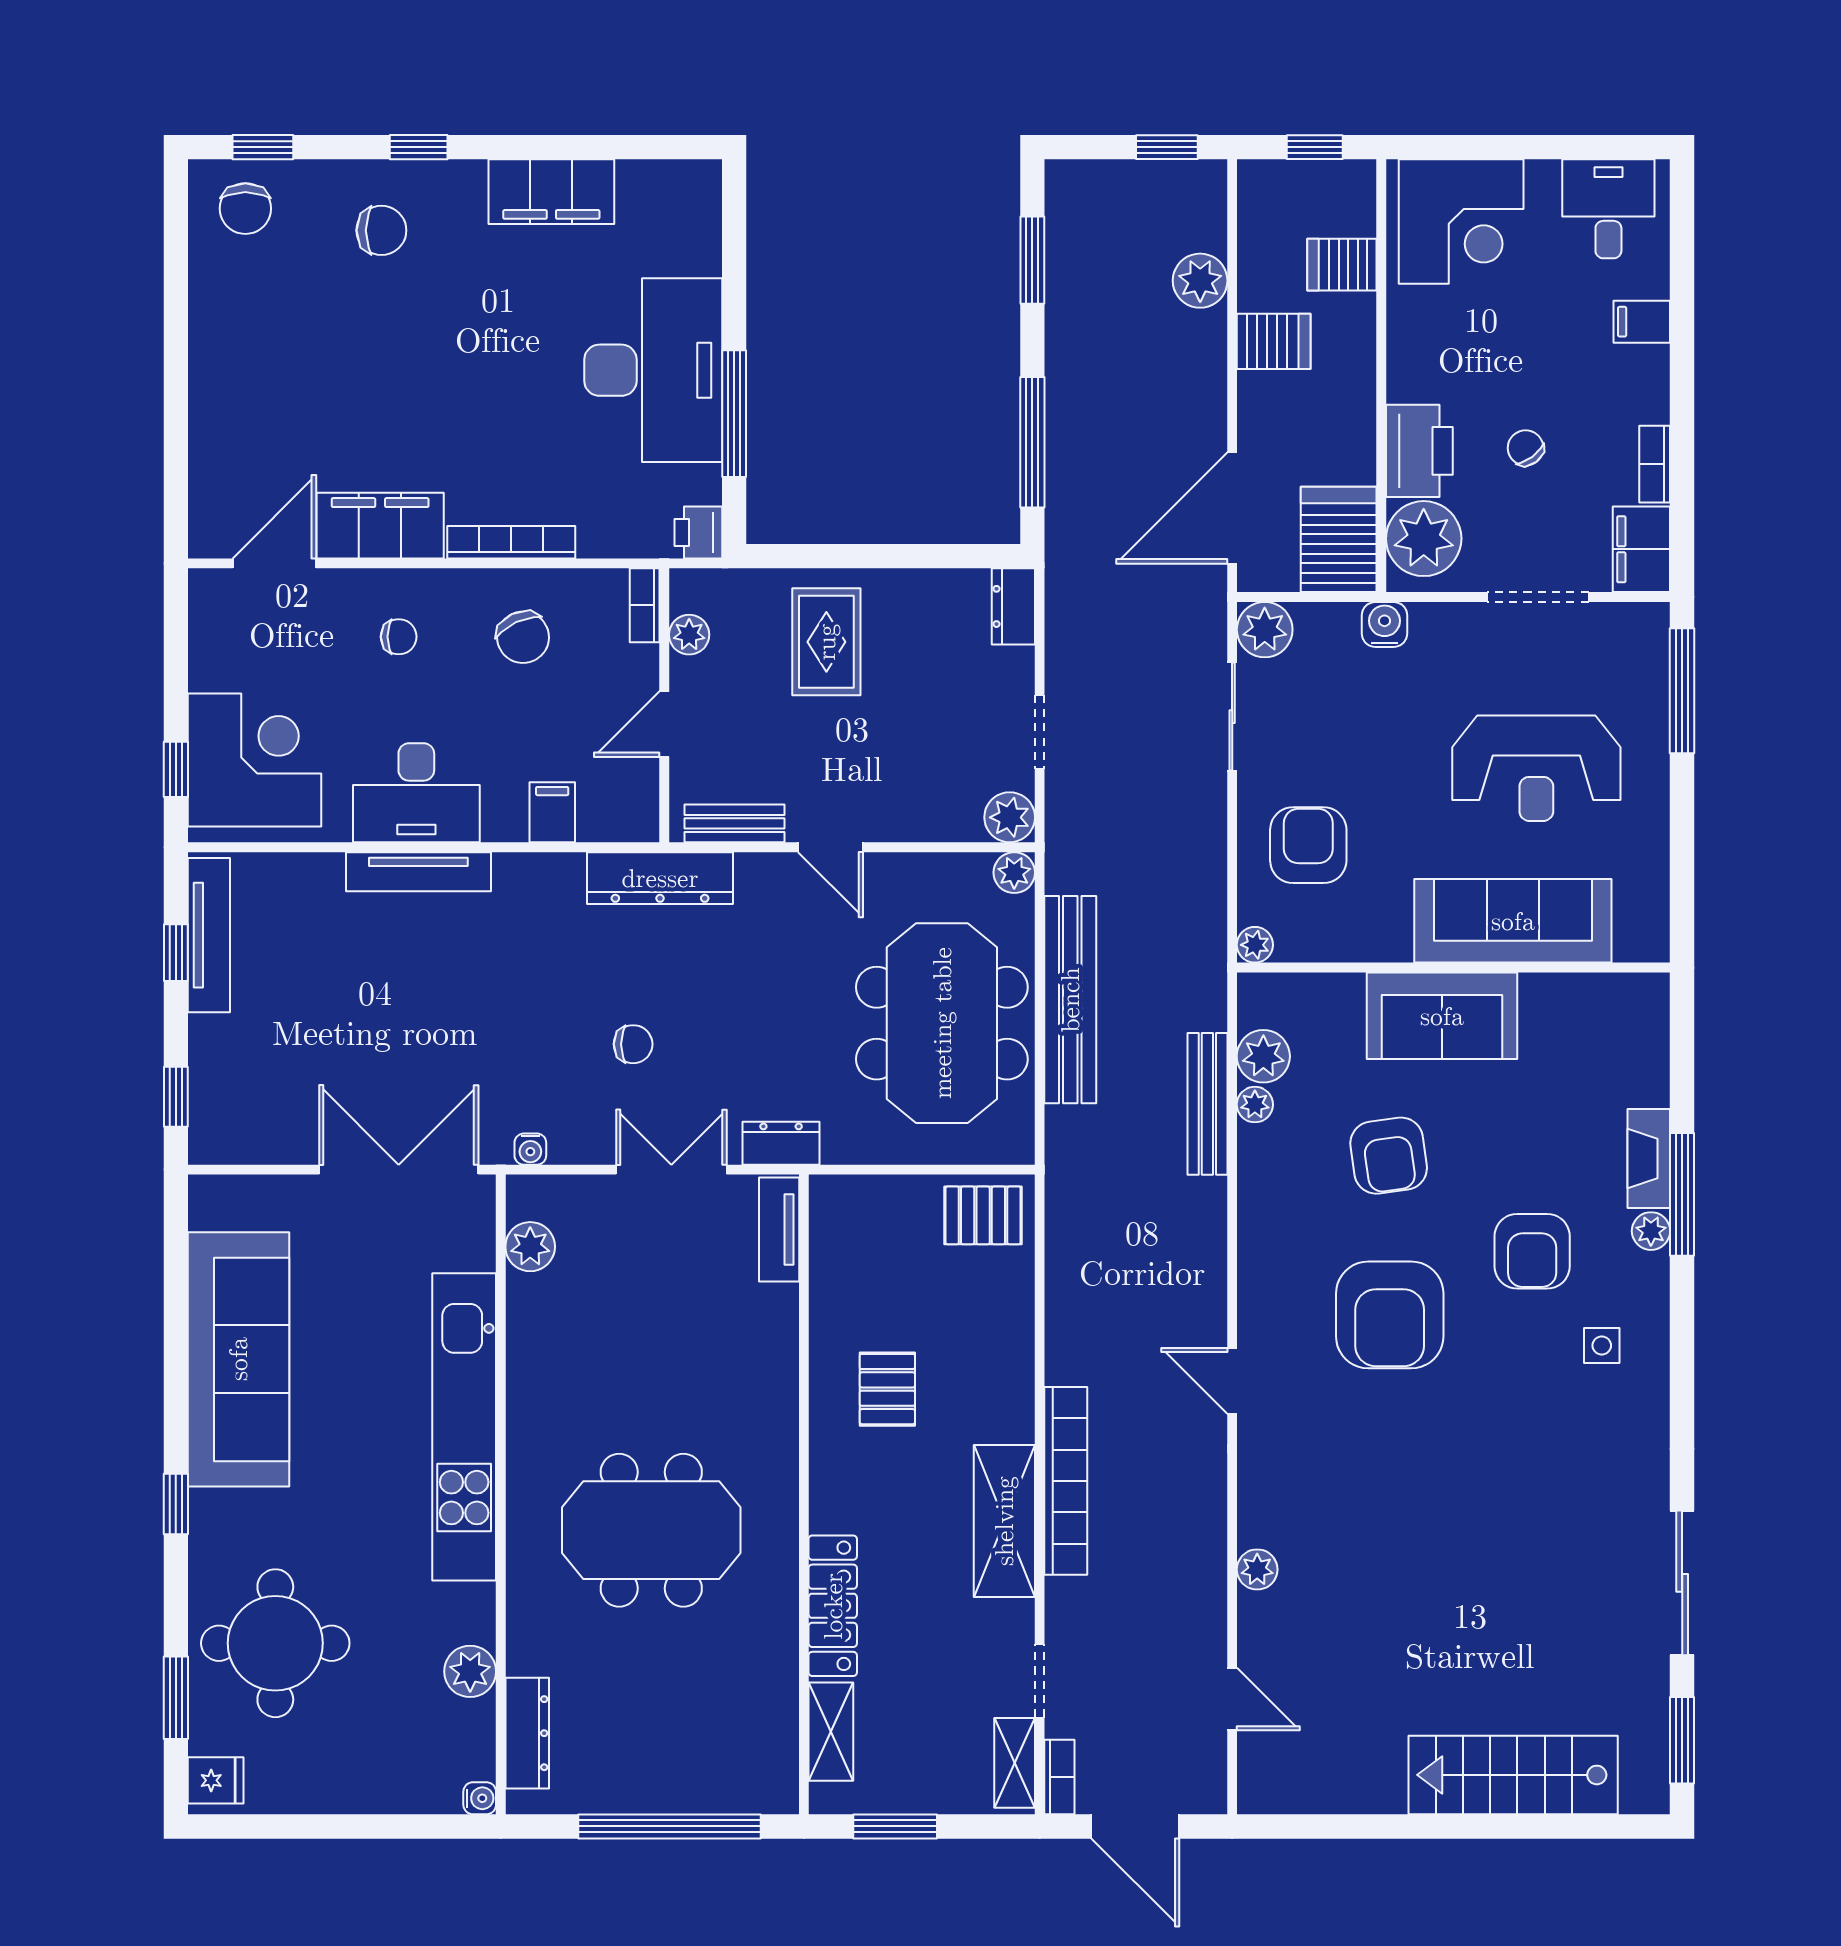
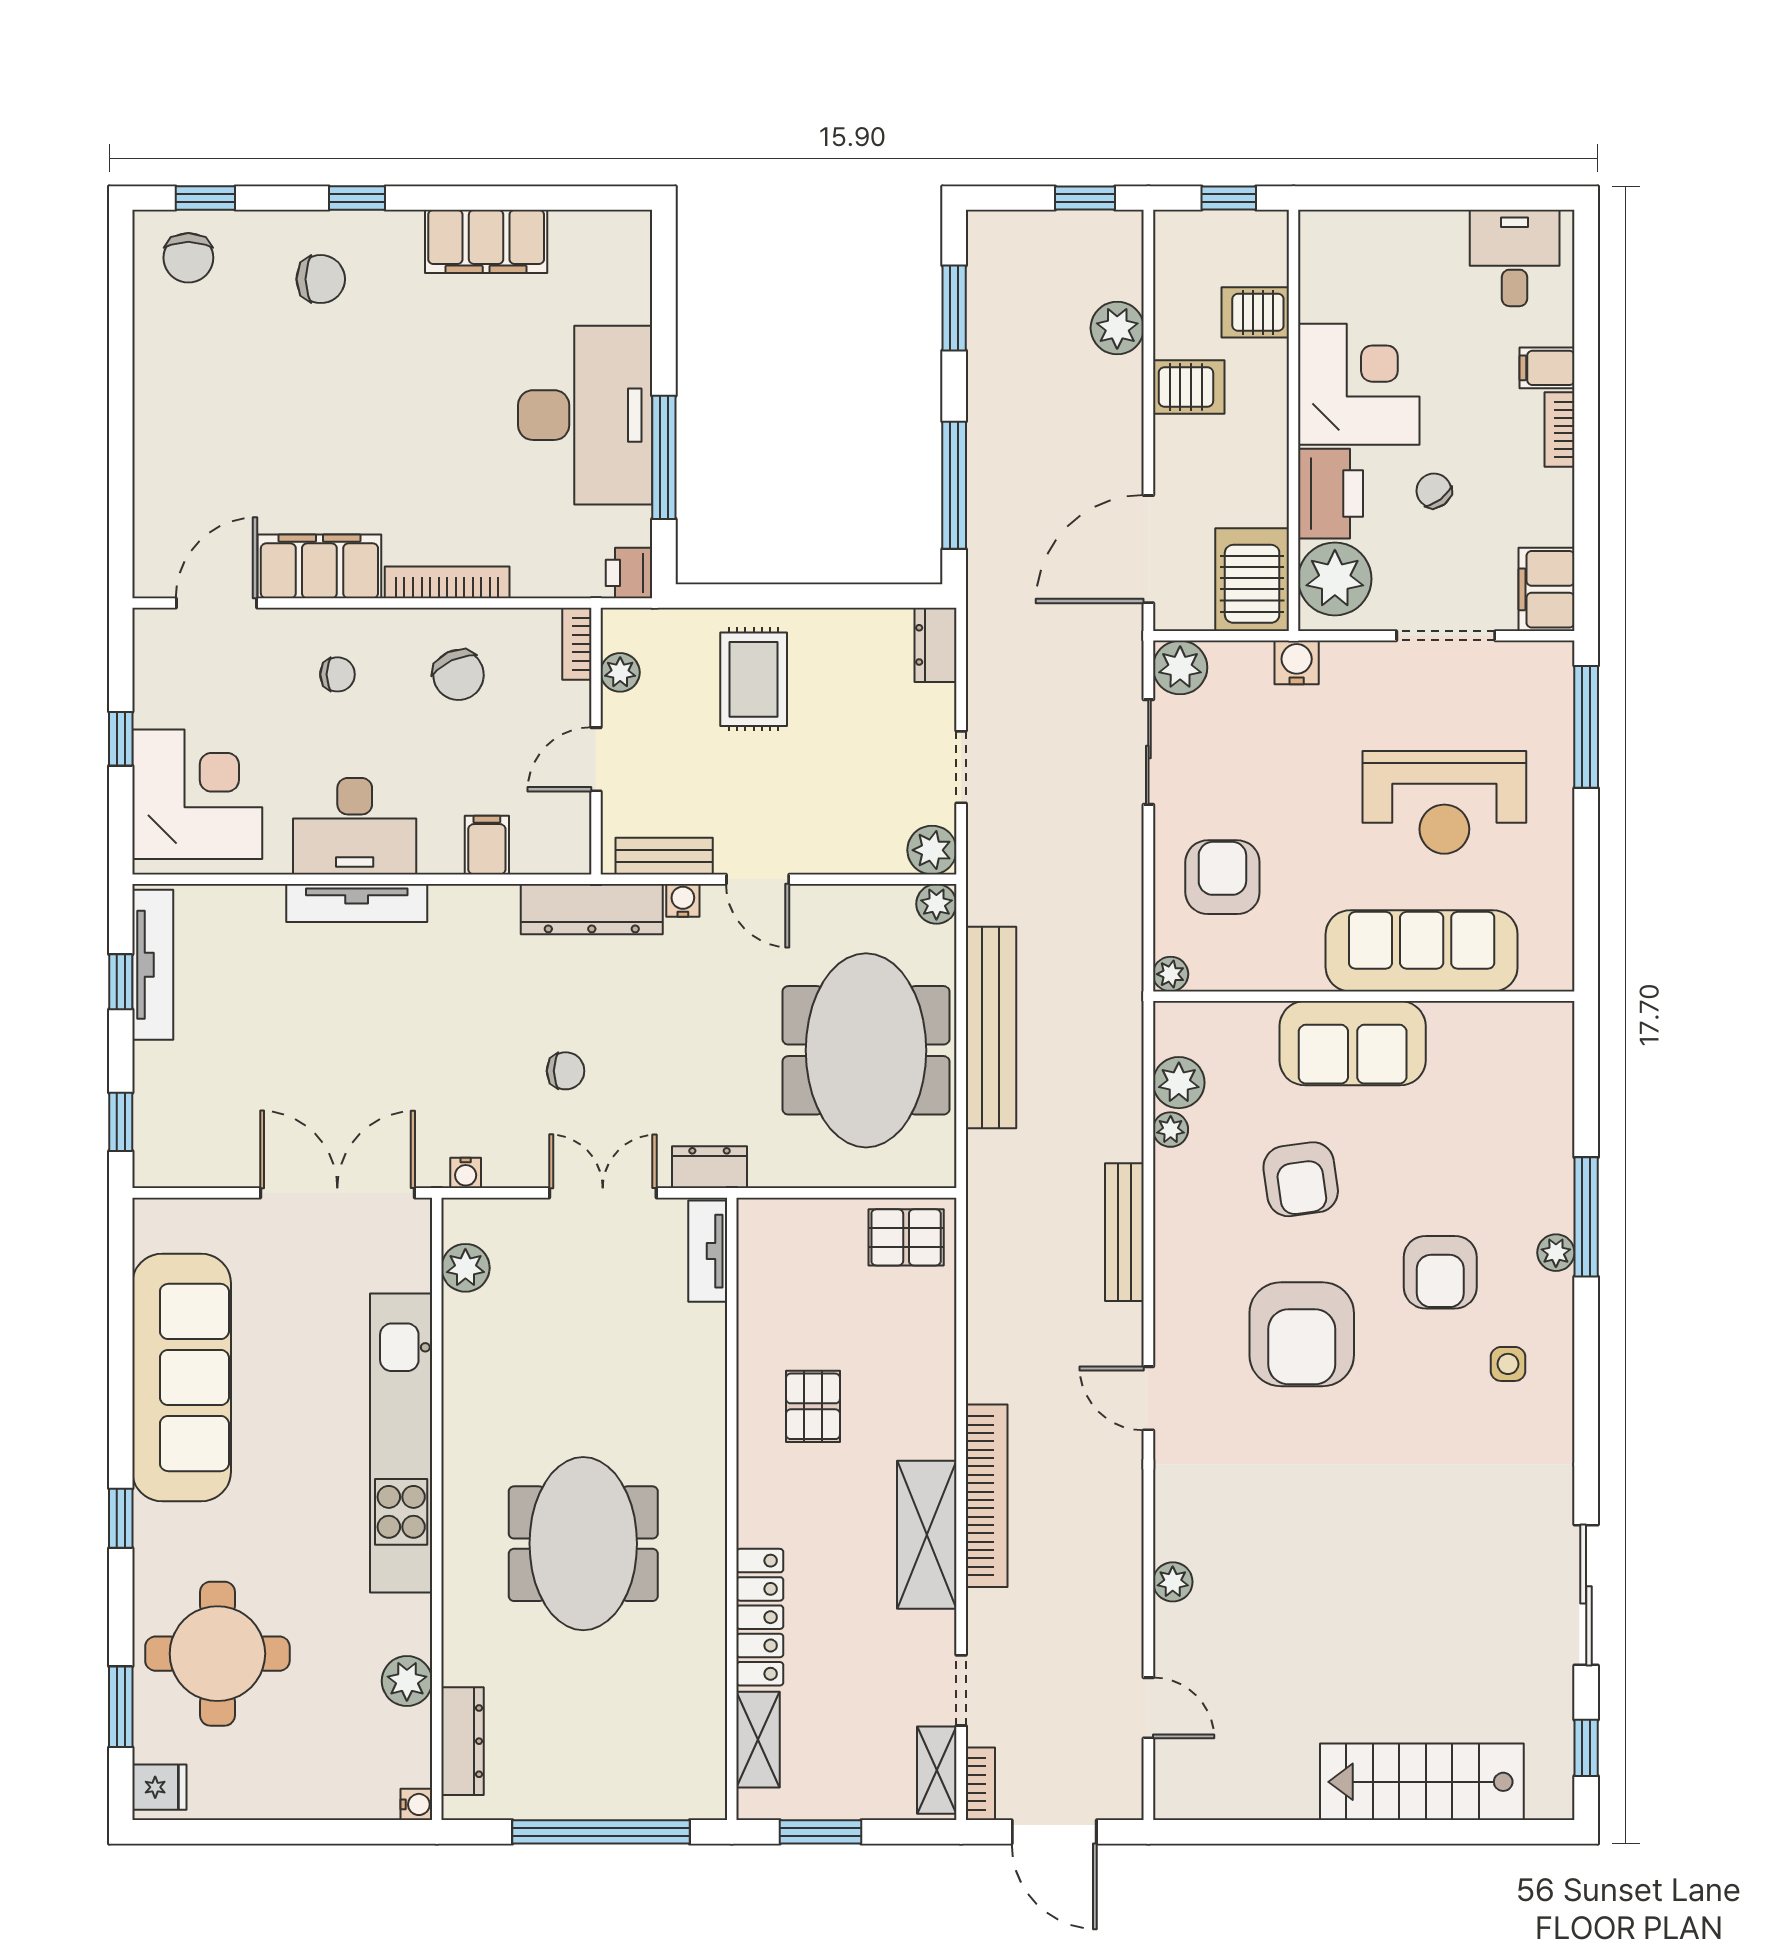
corner desk: (1461, 221) -> (1359, 384), moved, turned -90
bookcase: (1655, 464) -> (1559, 429), moved
window: (176, 769) -> (121, 739), moved
water cooler: (754, 869) -> (683, 900), added
bench: (1207, 1104) -> (1124, 1232), moved
fireplace: (1649, 1159) -> (1554, 1182), removed
meeting table: (651, 1530) -> (583, 1544), turned 90
window: (1682, 1740) -> (1586, 1748), width x0.67

